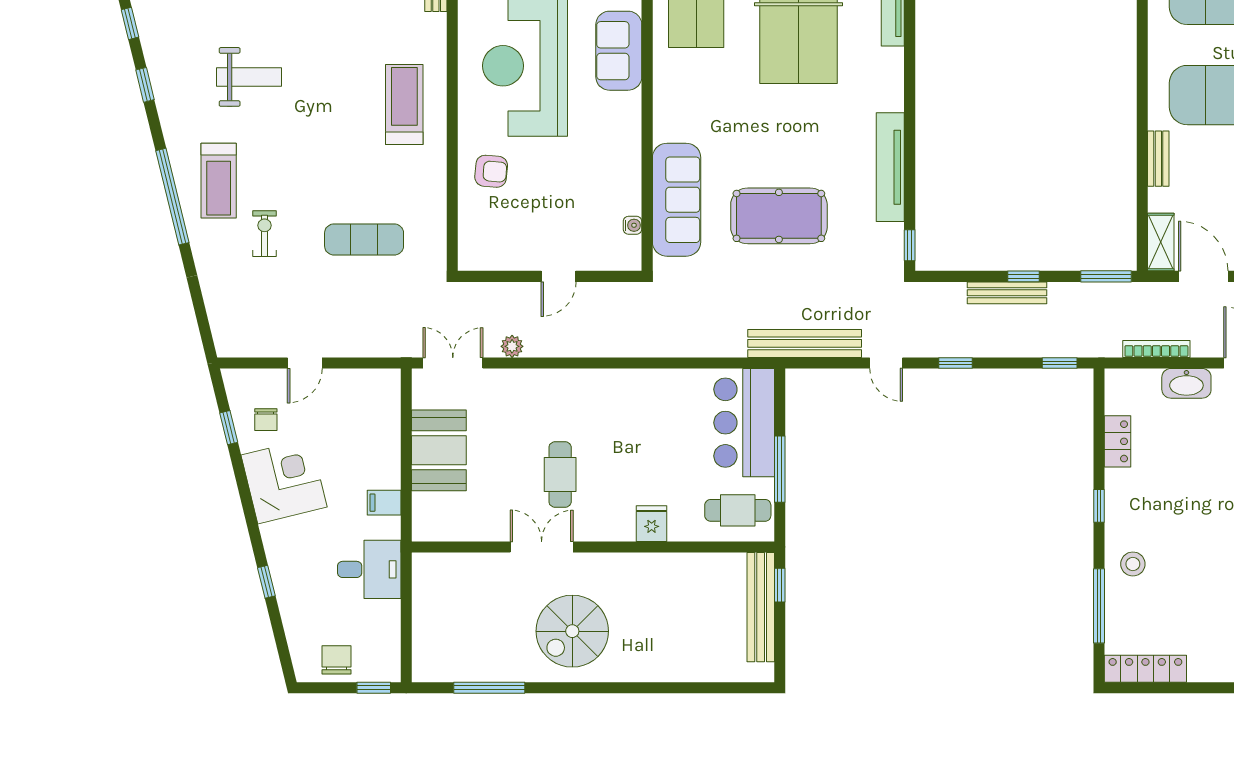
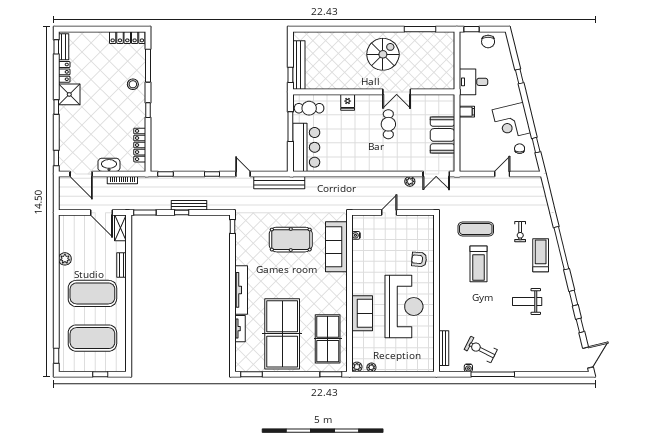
treadmill: (404, 104) -> (478, 264), moved
tv unit: (890, 167) -> (241, 290), moved
locker: (1117, 441) -> (140, 145), width x1.53

